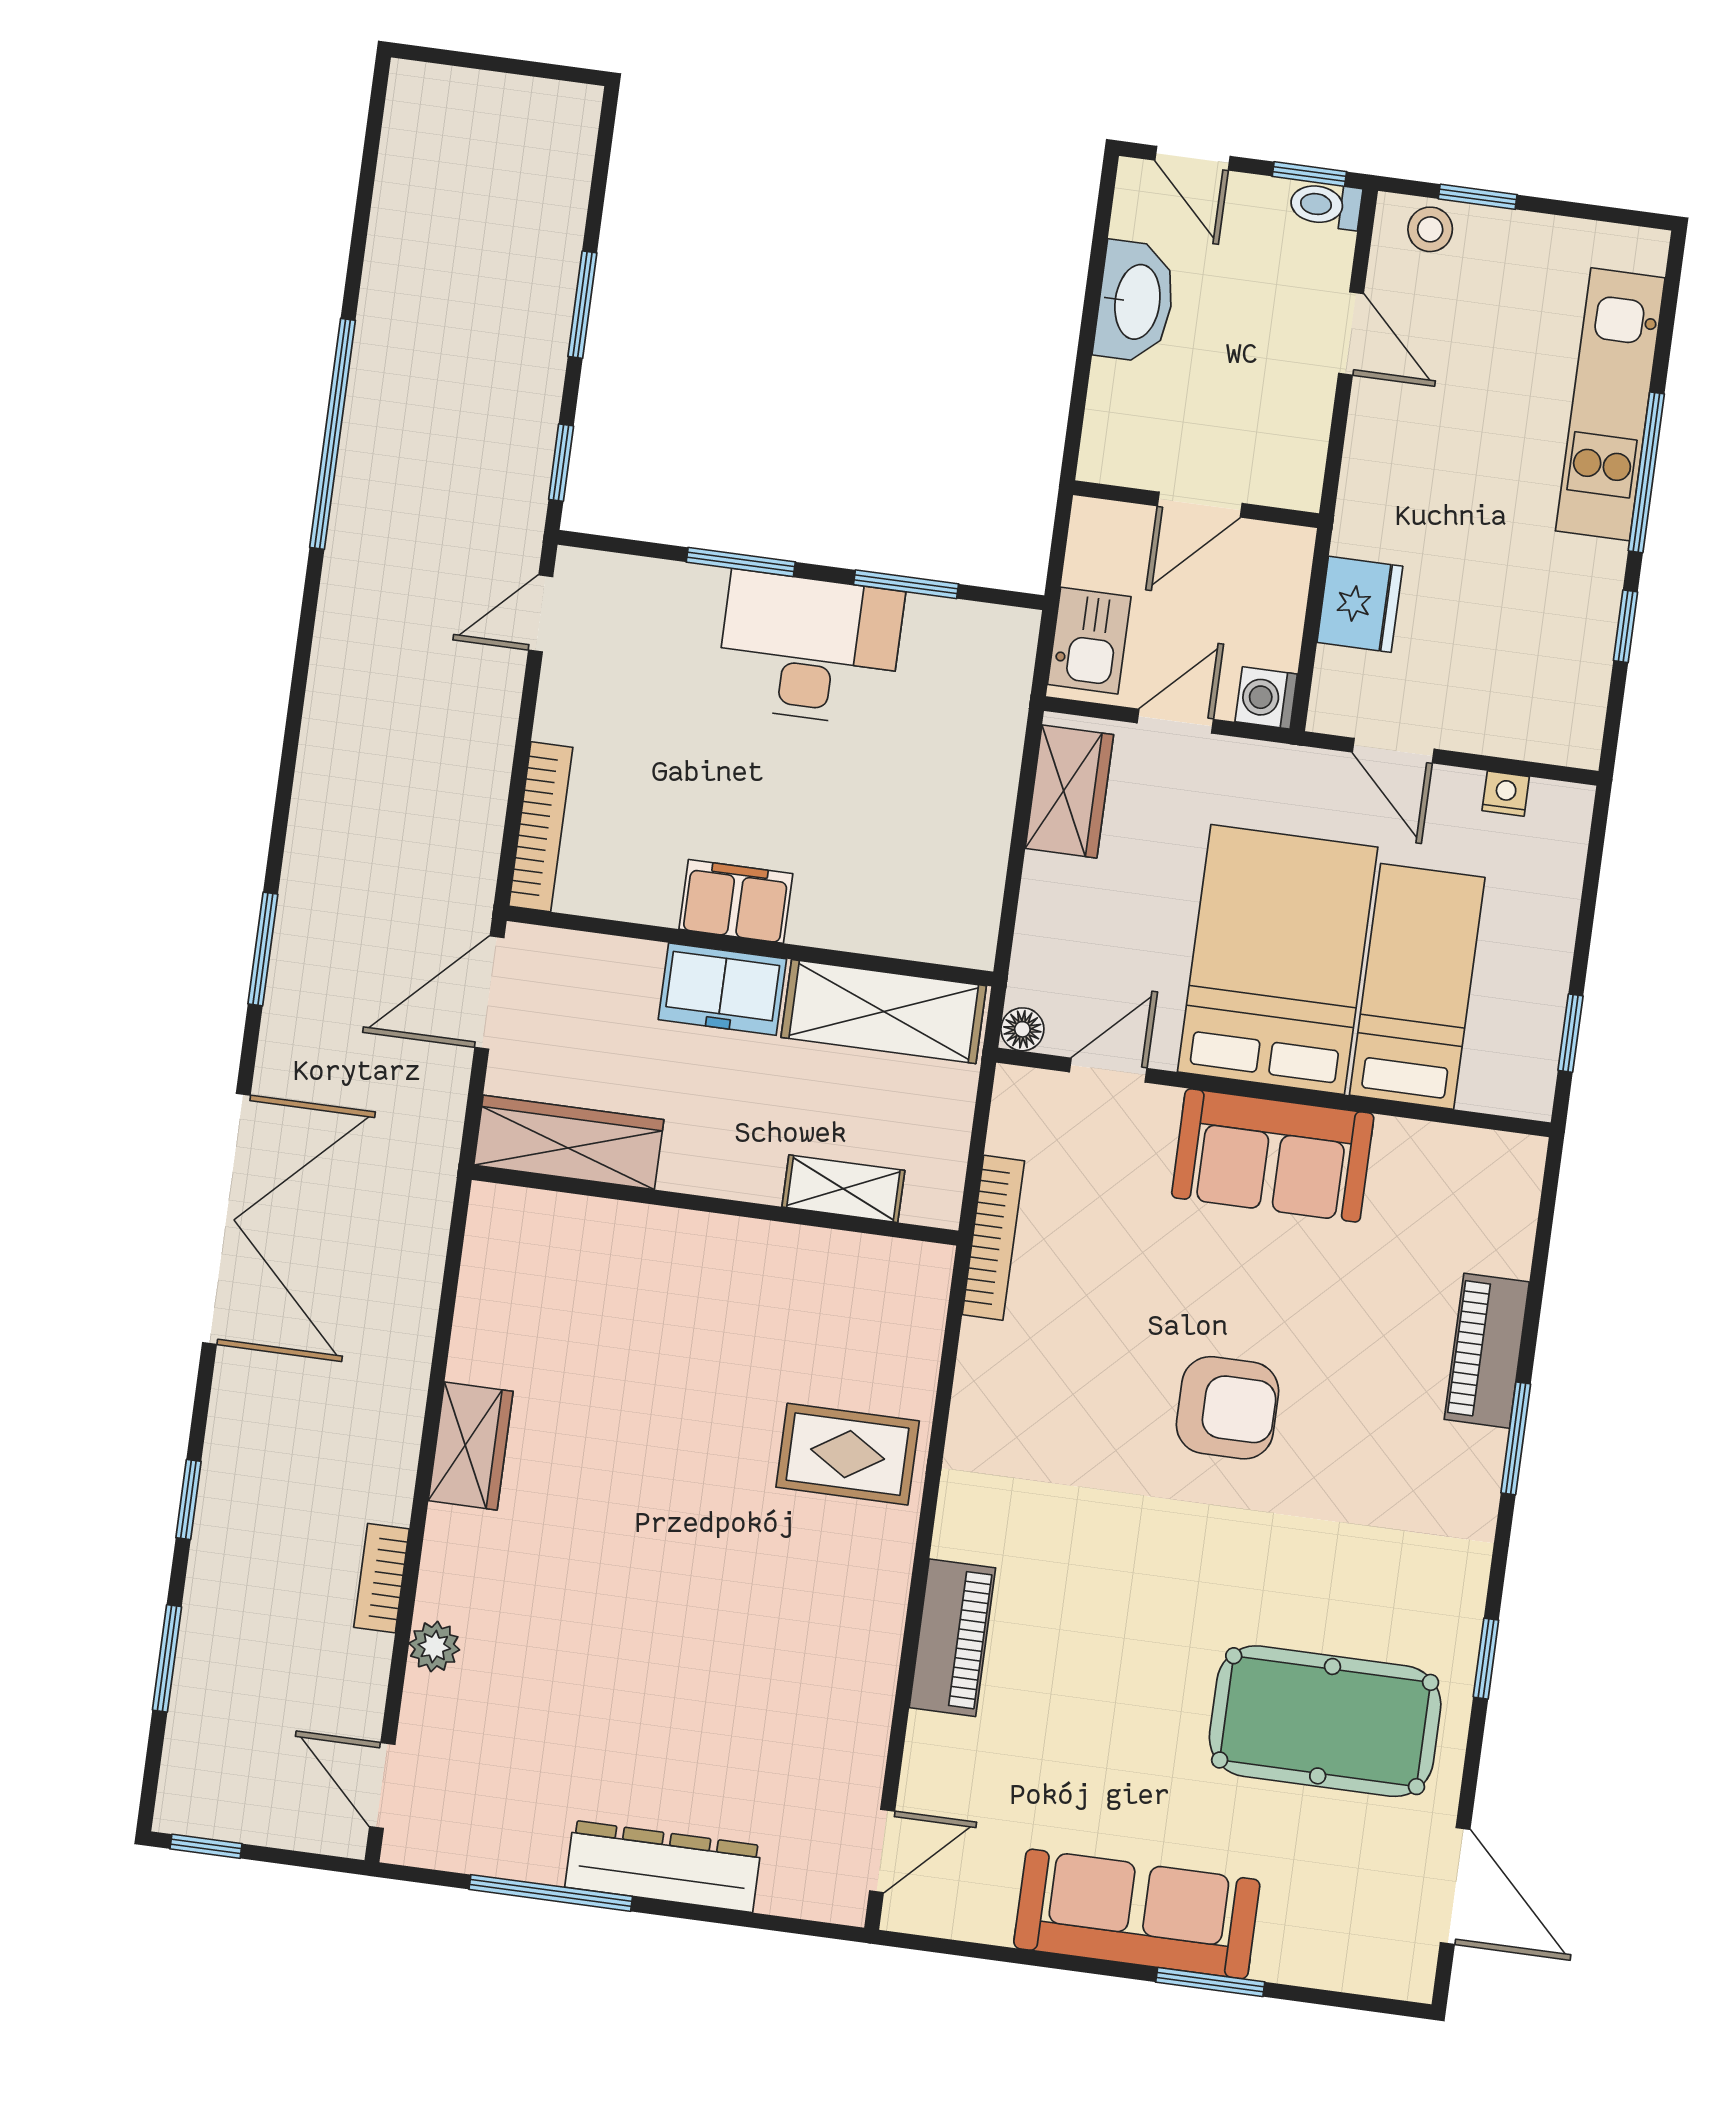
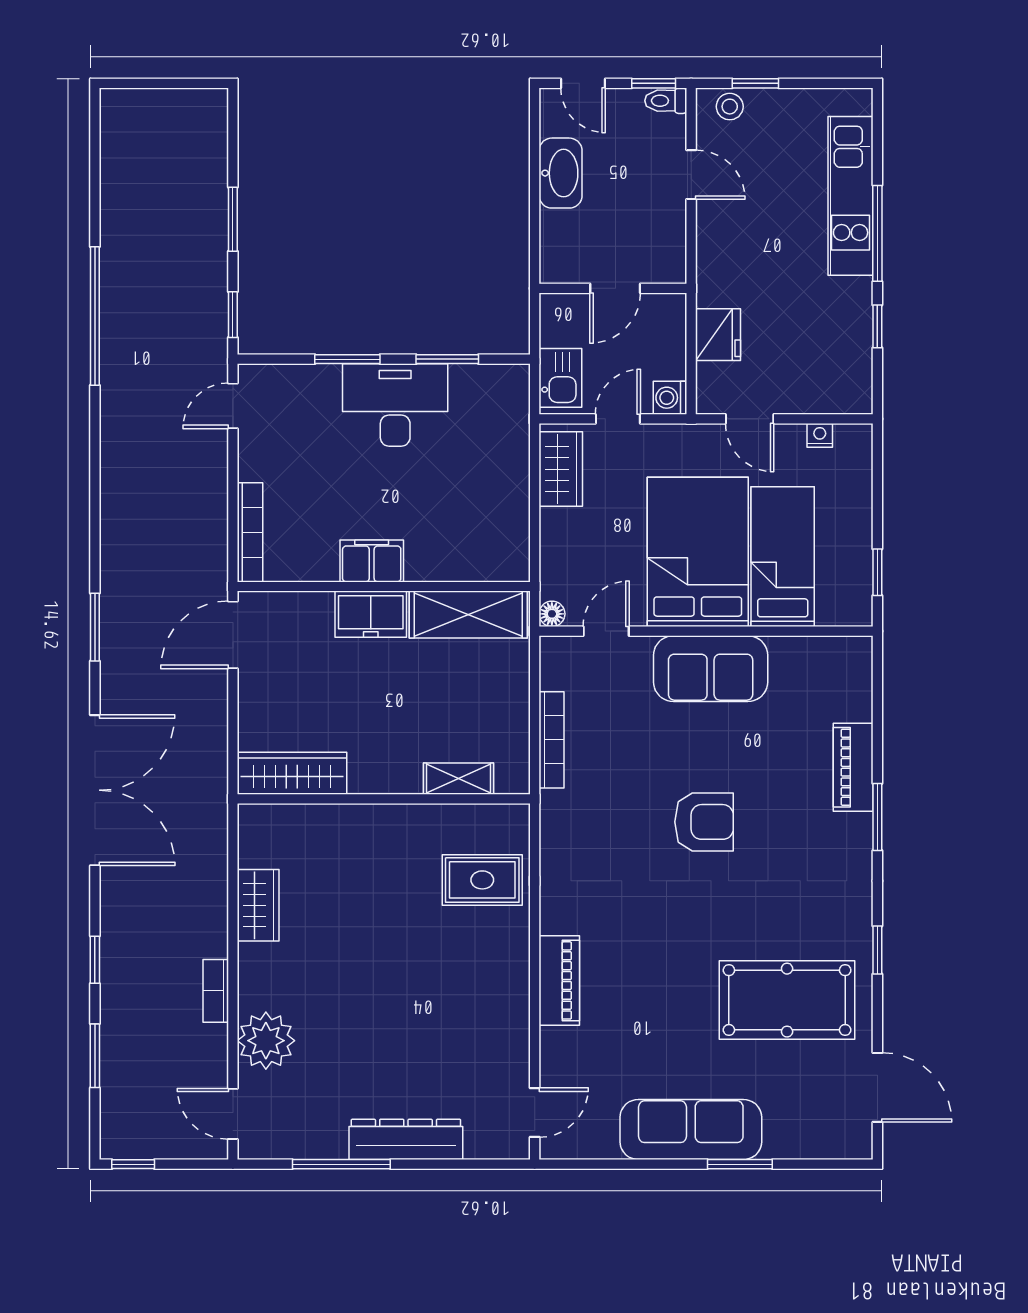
wardrobe: (569, 1142) -> (292, 773), moved
shelving: (843, 1189) -> (459, 779), moved
wall: (715, 1205) -> (384, 799), moved
plant: (434, 1647) -> (266, 1041), width x1.88, depth x1.88

